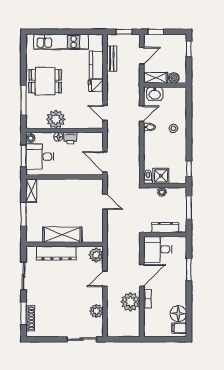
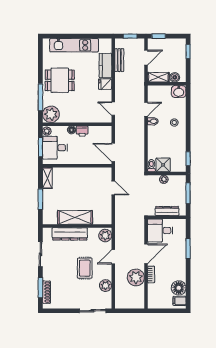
washbasin: (155, 94) -> (179, 92), moved
plant: (56, 119) -> (51, 114), moved
rug: (73, 291) -> (85, 268), added

